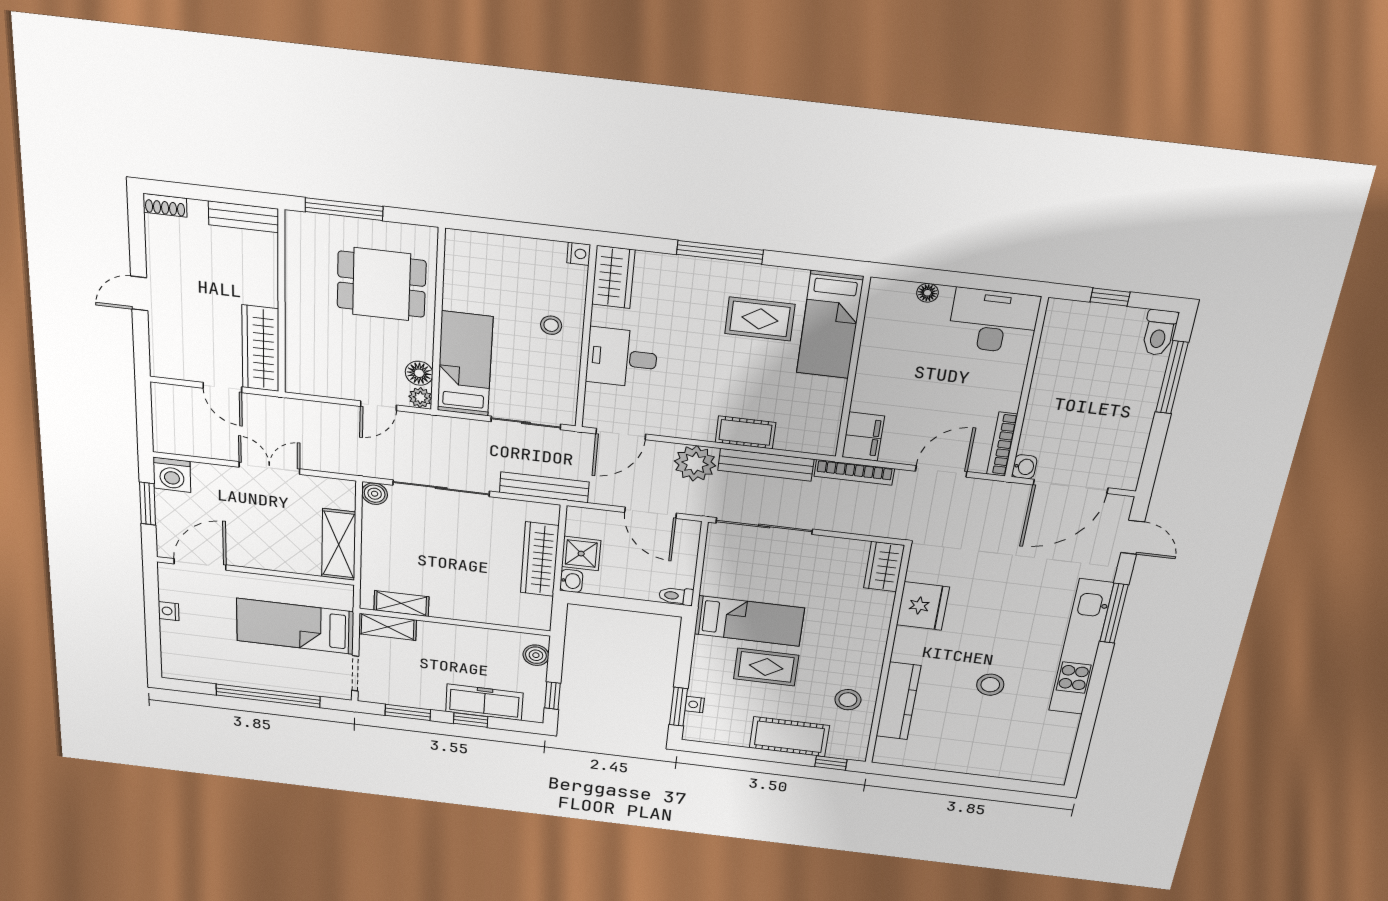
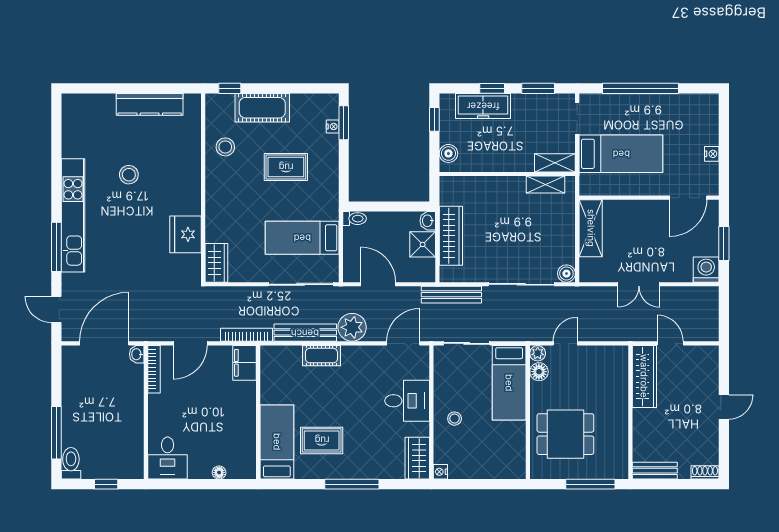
desk: (994, 321) -> (168, 458), width x0.73
bed: (749, 621) -> (302, 238), moved
kitchen counter: (898, 701) -> (150, 104), moved, turned -90

